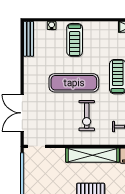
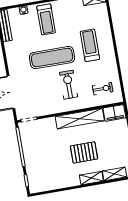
exercise bike: (87, 116) -> (68, 85), turned 180

